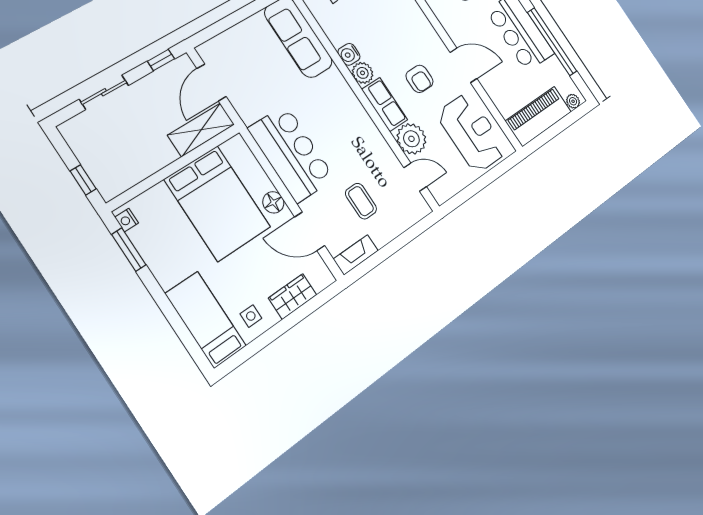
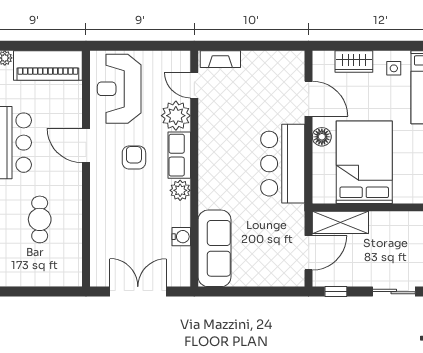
water cooler: (349, 54) -> (181, 237), moved
coffee table: (361, 201) -> (252, 95), removed
fireplace: (356, 255) -> (220, 59), moved

